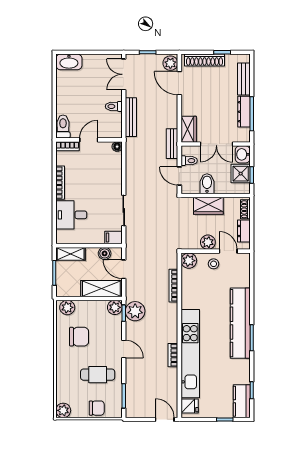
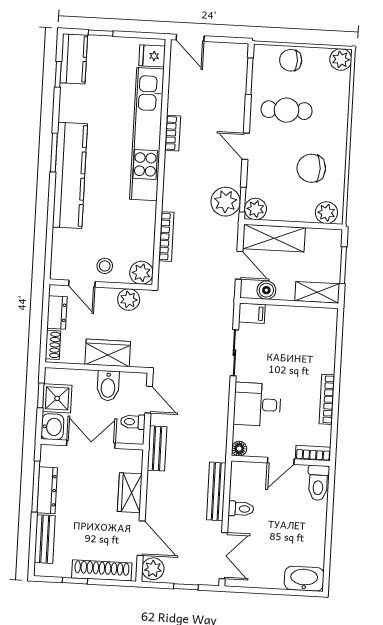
wardrobe: (189, 129) -> (130, 493), moved
desk: (71, 215) -> (257, 404), moved, turned 180
plant: (208, 242) -> (129, 300), moved

